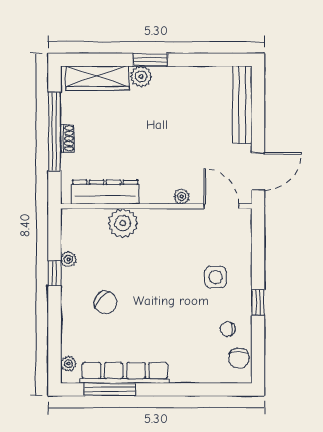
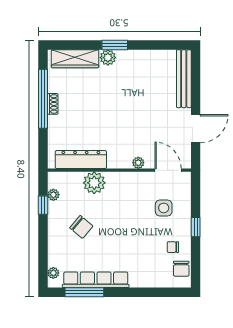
dresser: (105, 192) -> (81, 160), moved
plant: (182, 196) -> (138, 163), moved
wall: (156, 206) -> (119, 170), moved
door: (221, 206) -> (168, 170), moved
plant: (123, 223) -> (94, 183), moved

